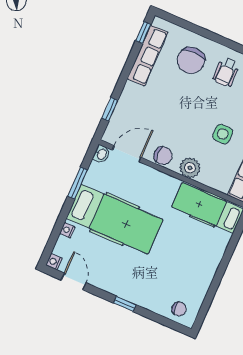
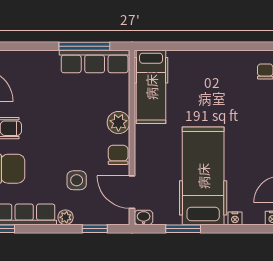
plant: (130, 89) -> (66, 217), added
side table: (223, 134) -> (77, 180), moved

